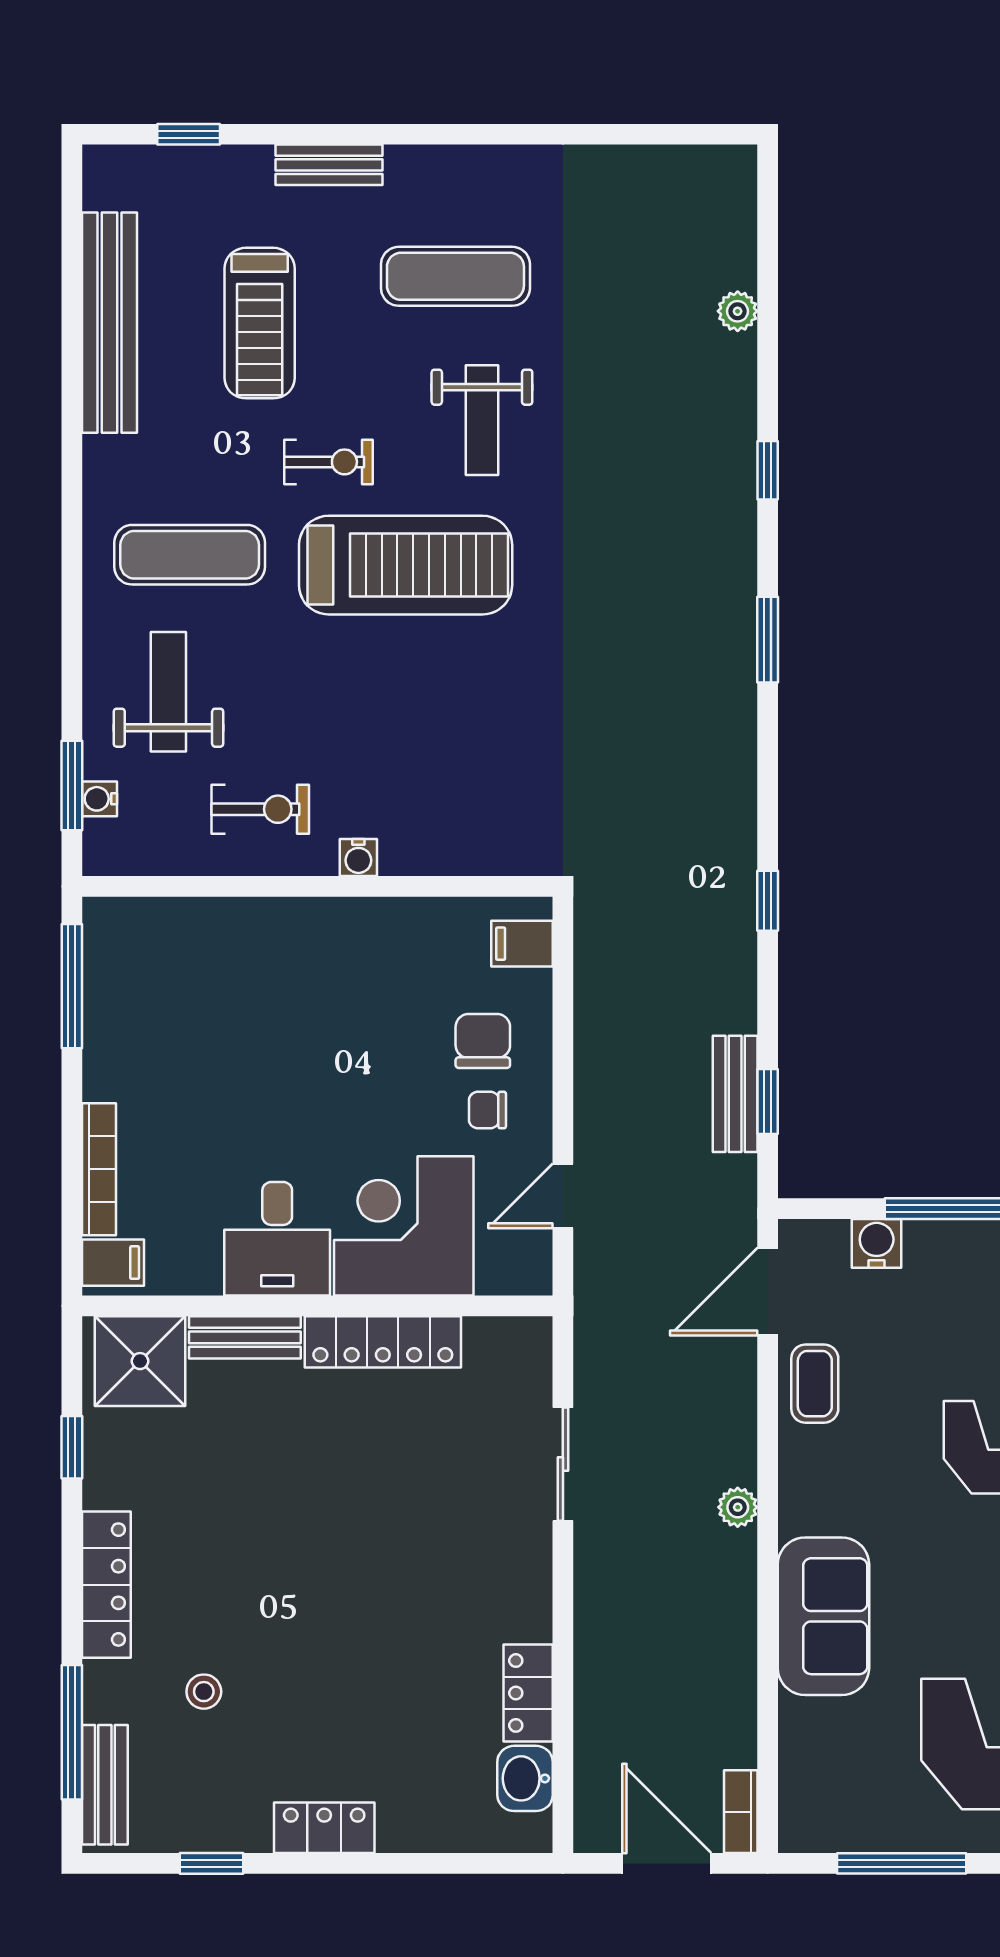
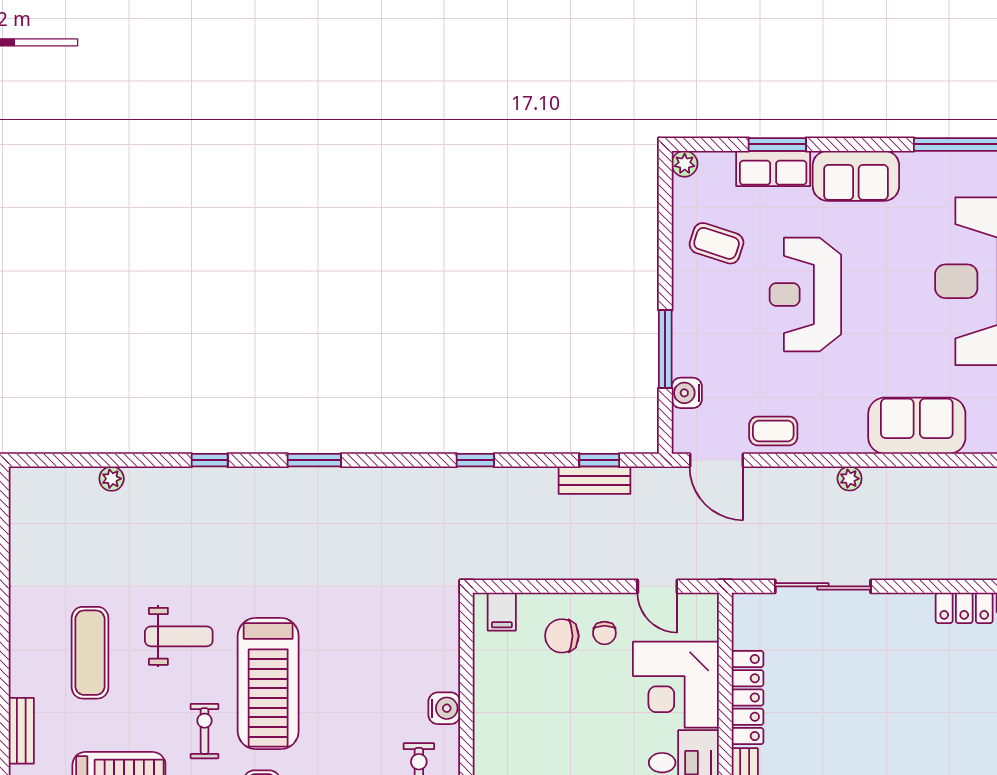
treadmill: (406, 565) -> (268, 684), turned 180
water cooler: (358, 857) -> (444, 708), width x1.38, depth x1.38
sliding door: (563, 1464) -> (823, 586), width x1.37

